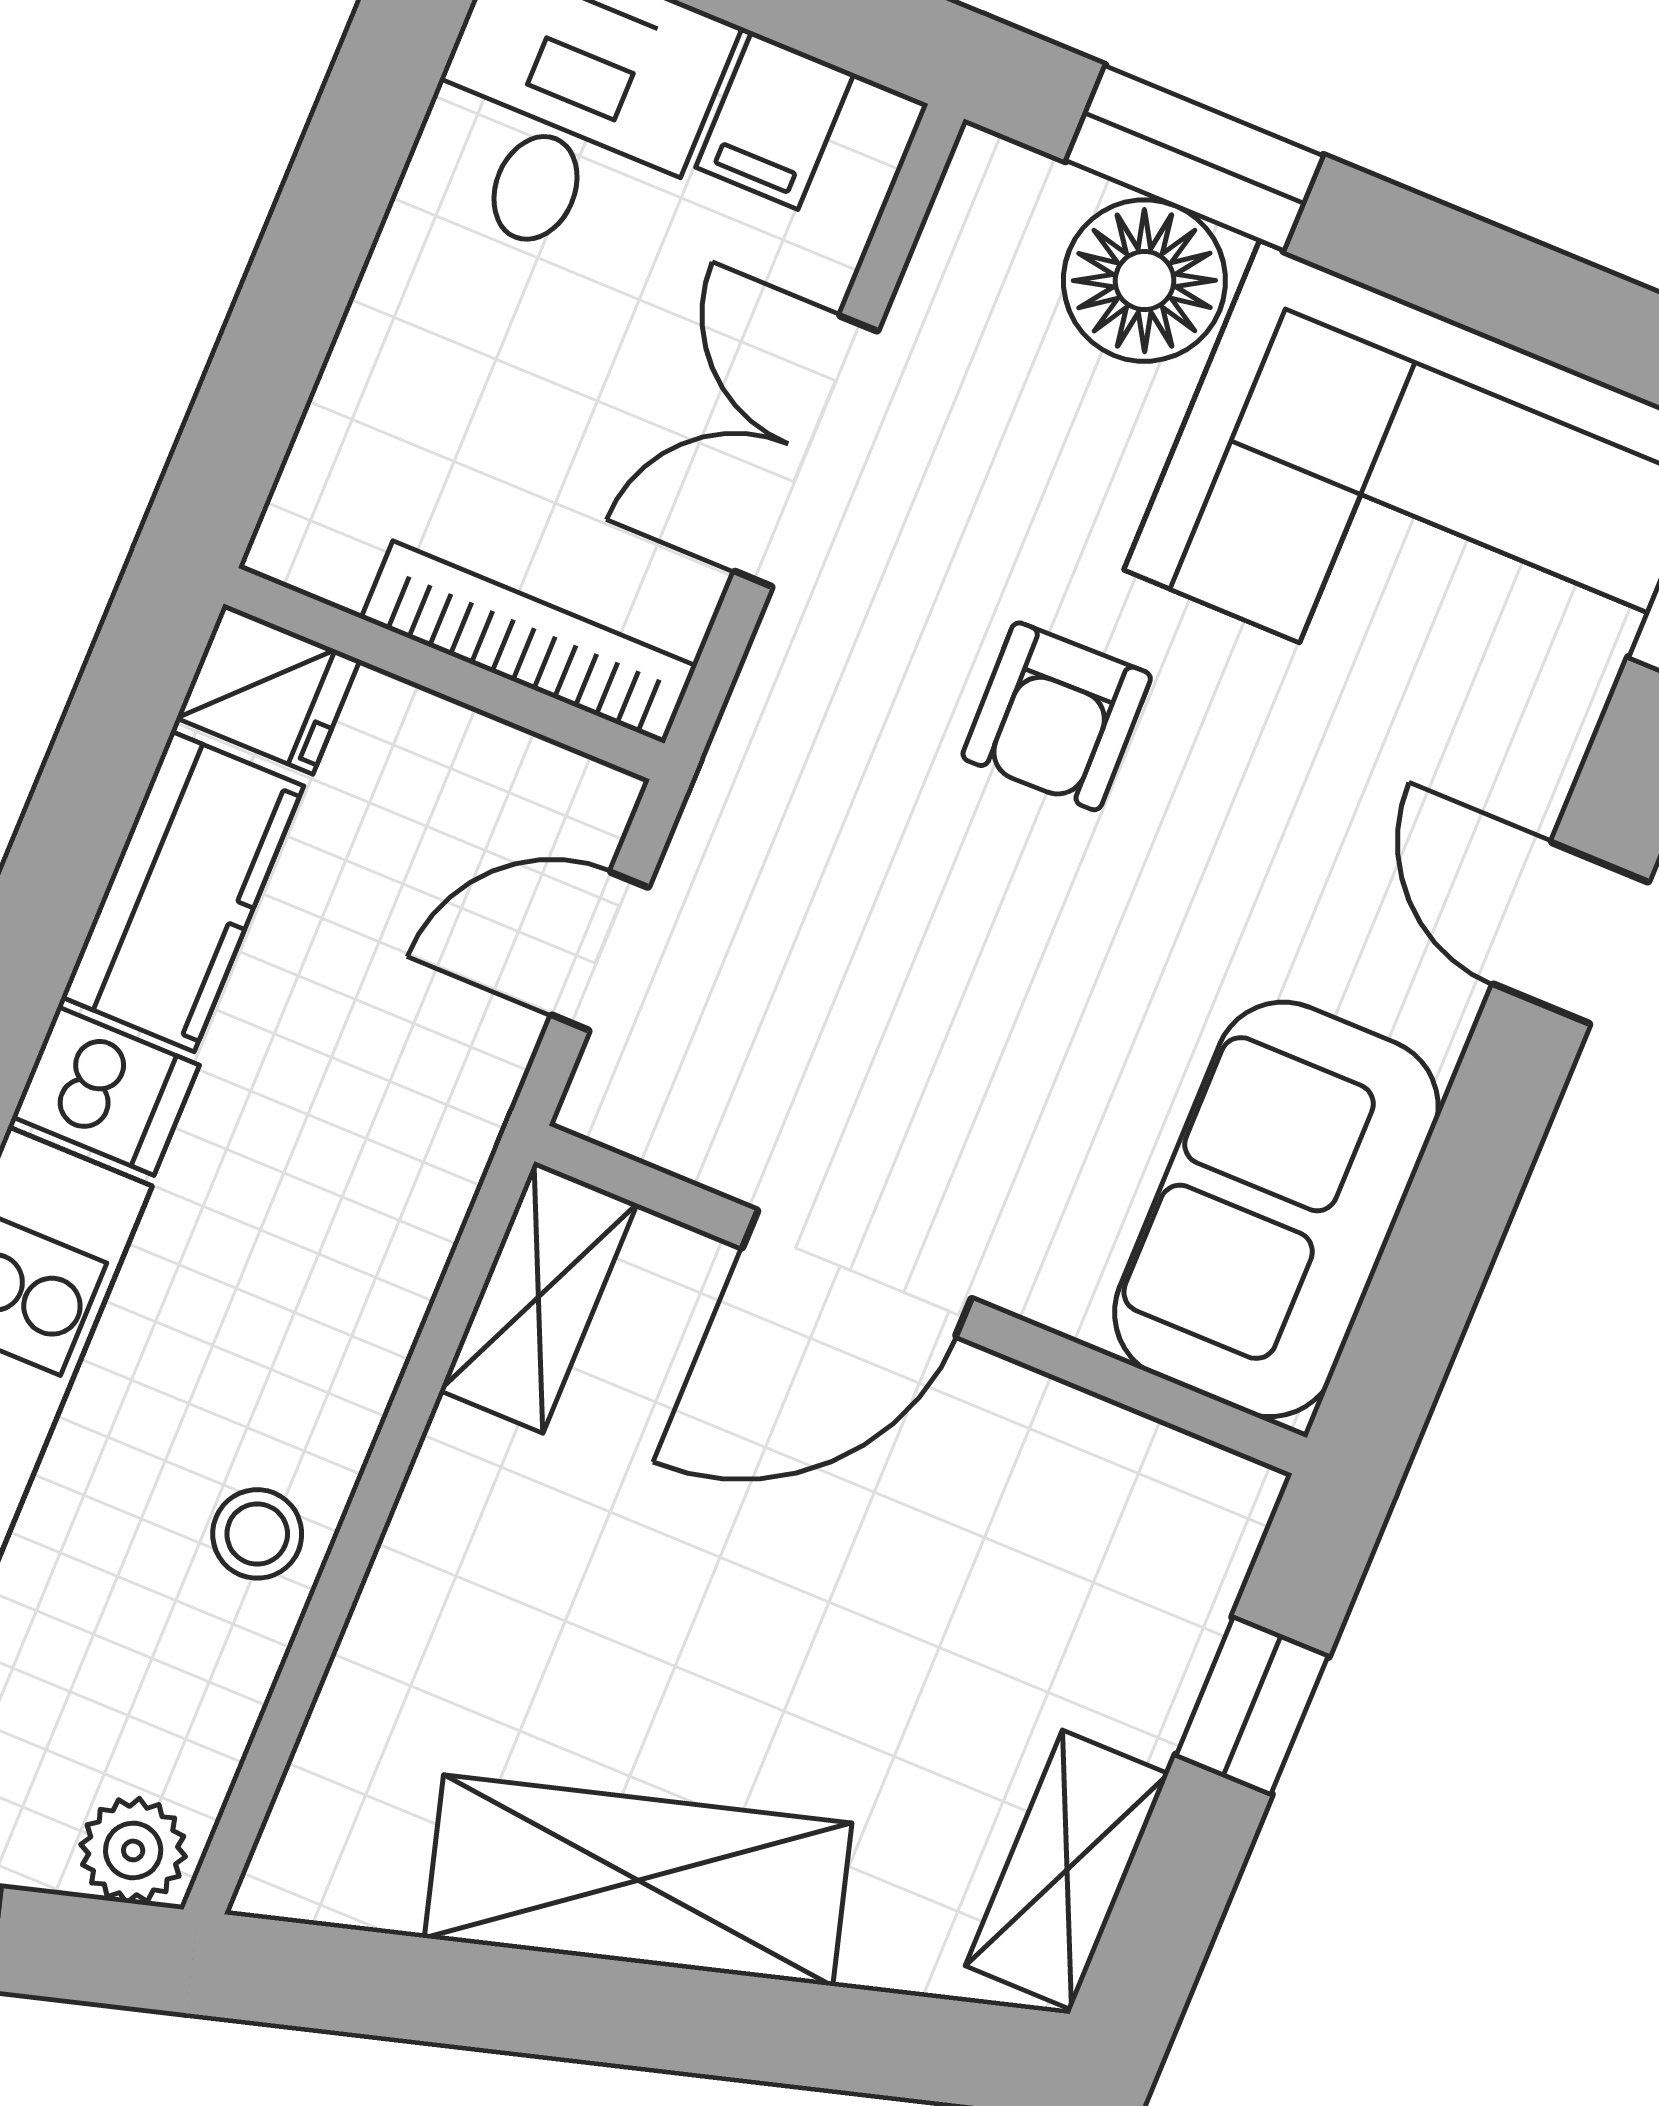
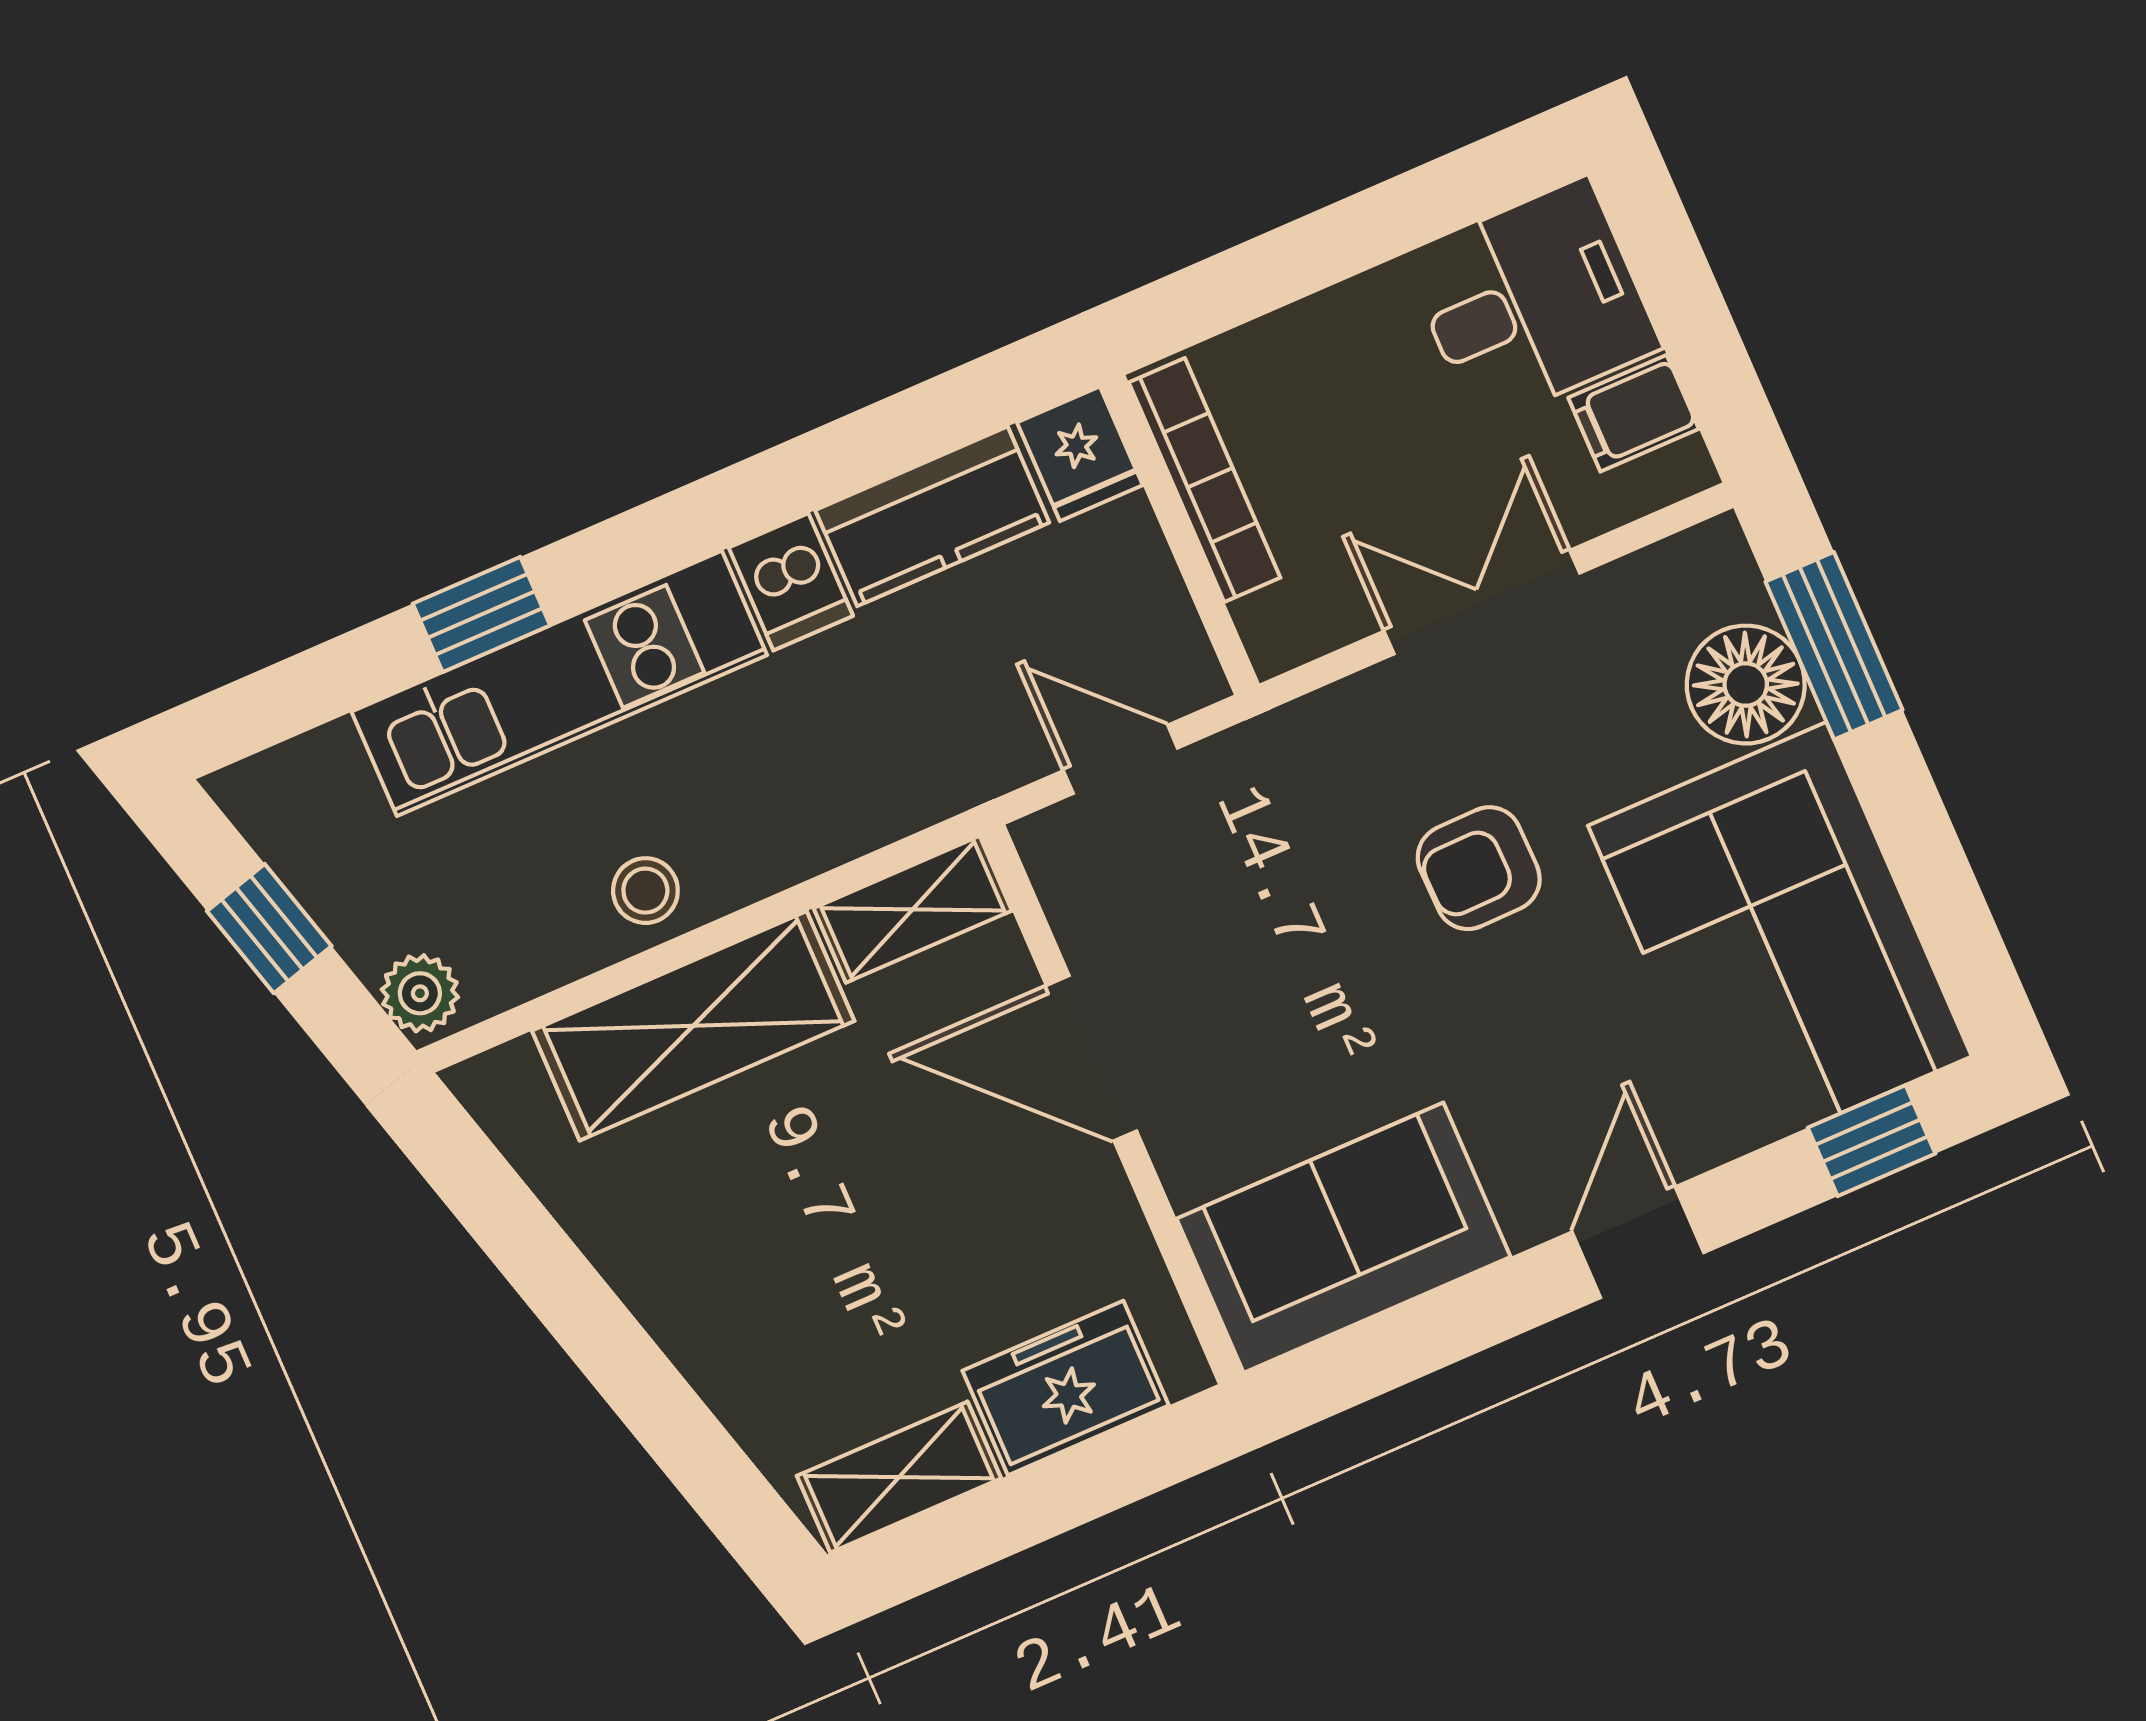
bookcase: (529, 642) -> (1205, 480), moved
freezer: (1146, 1623) -> (1066, 1388), added
window: (1252, 1706) -> (1079, 1485), removed
shelving: (638, 1880) -> (693, 1026), moved, turned -74

